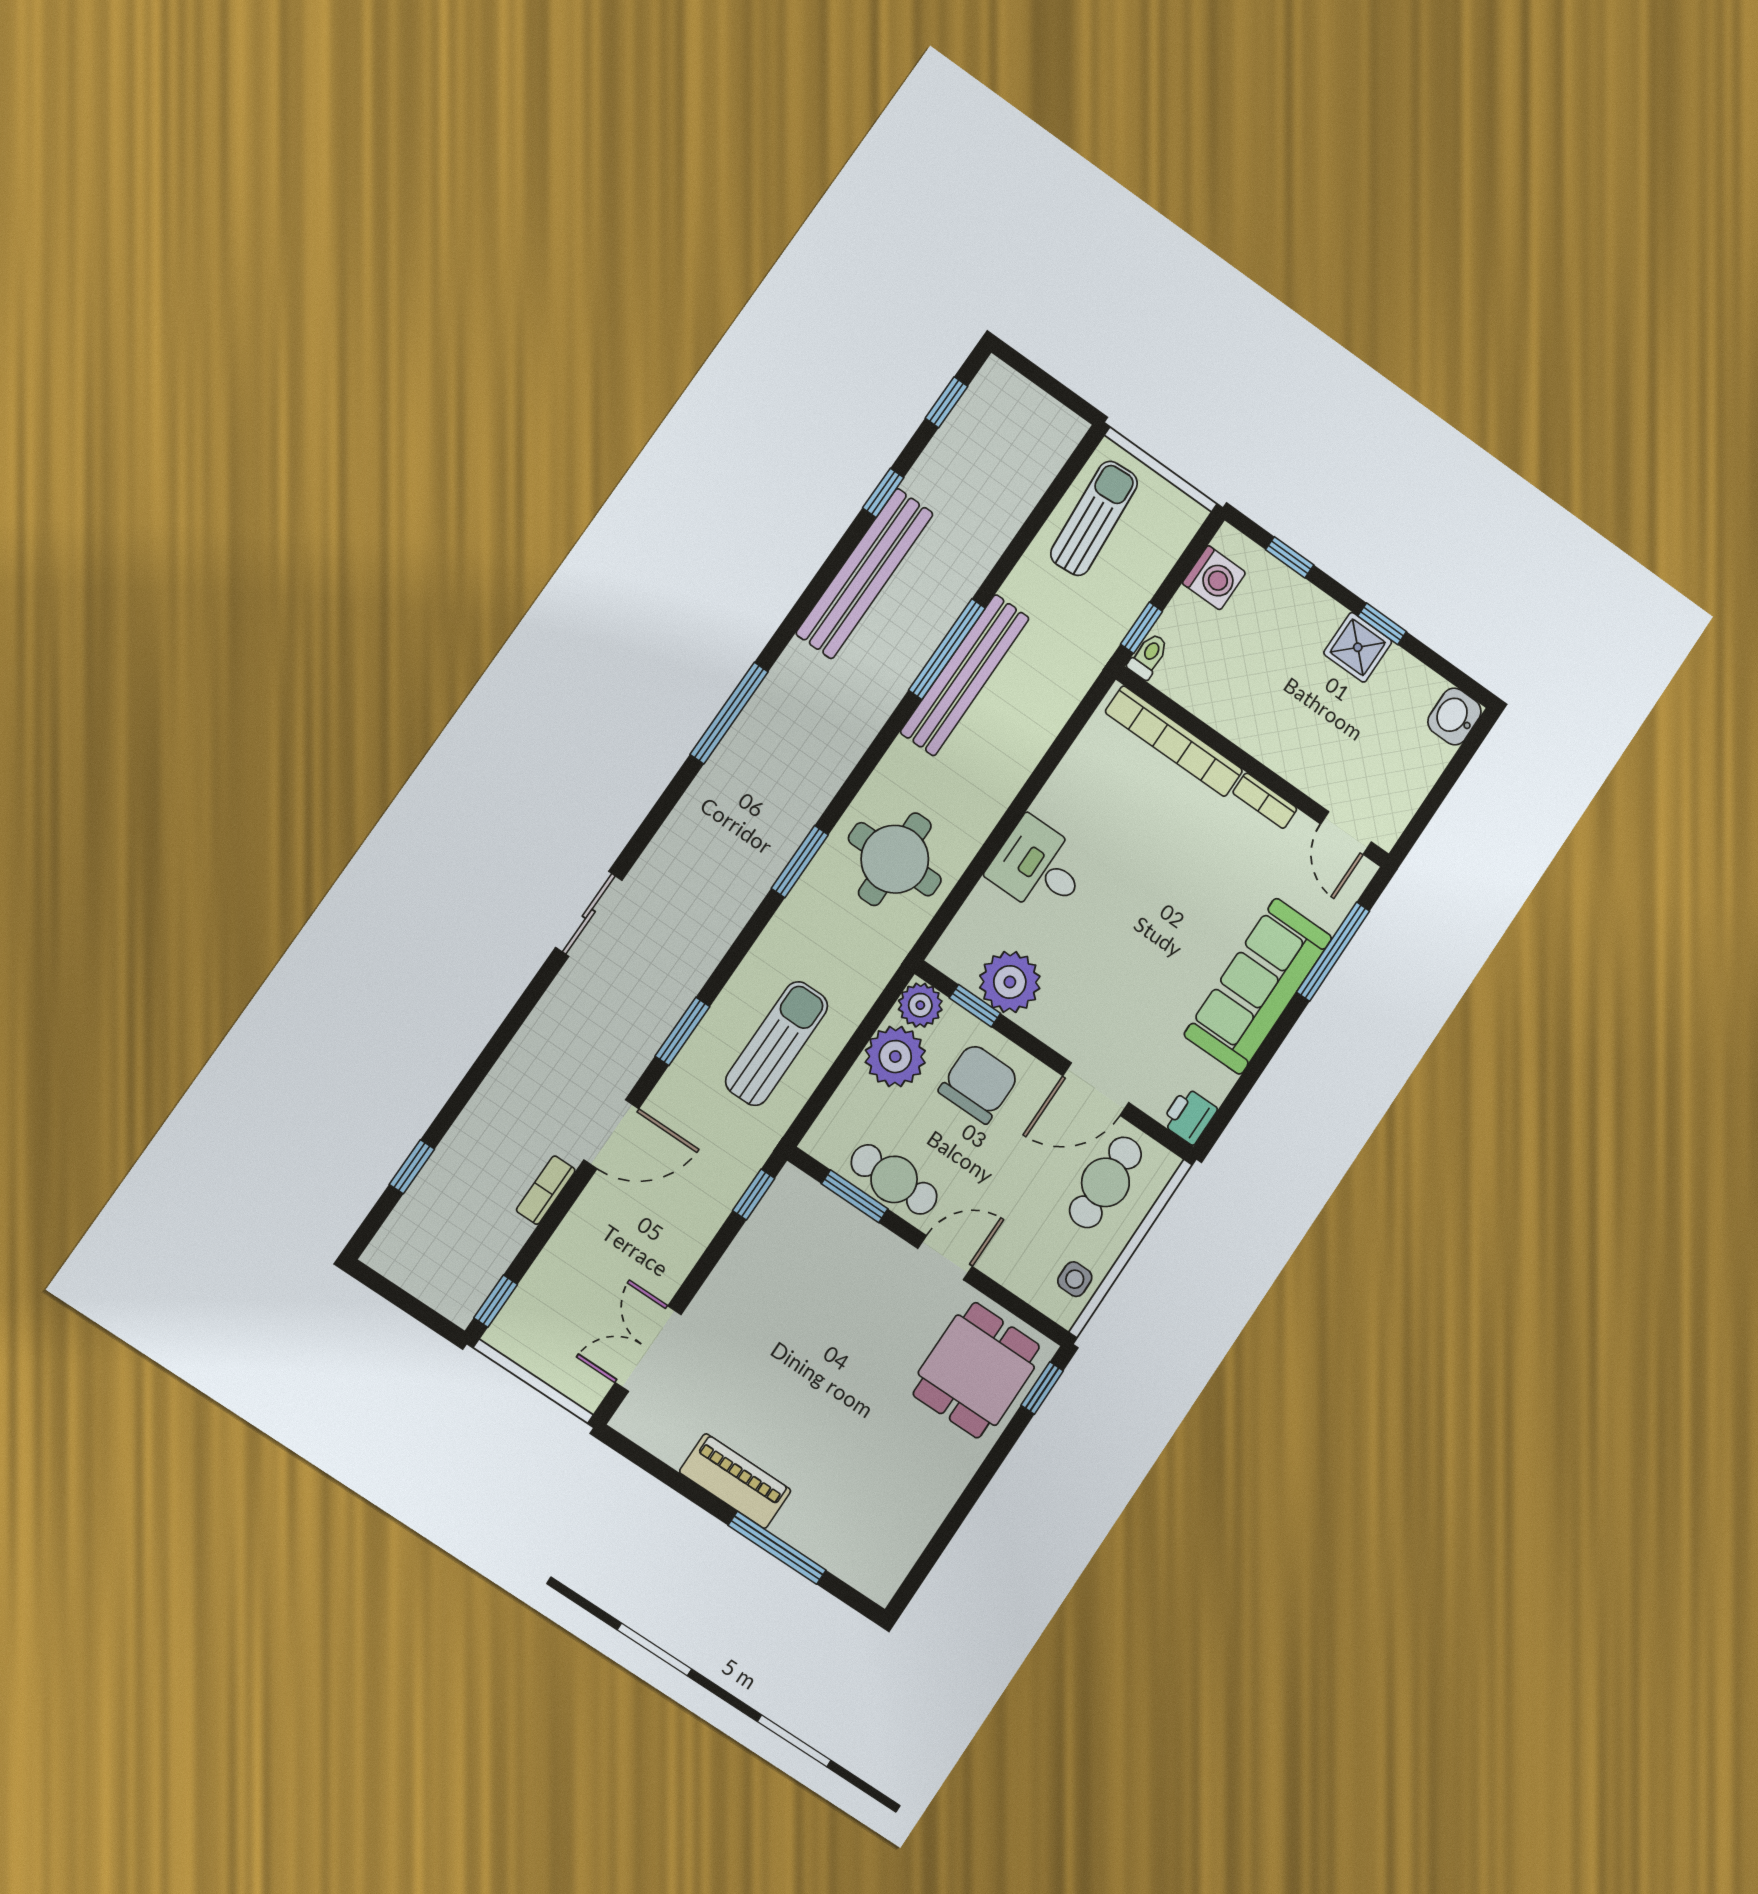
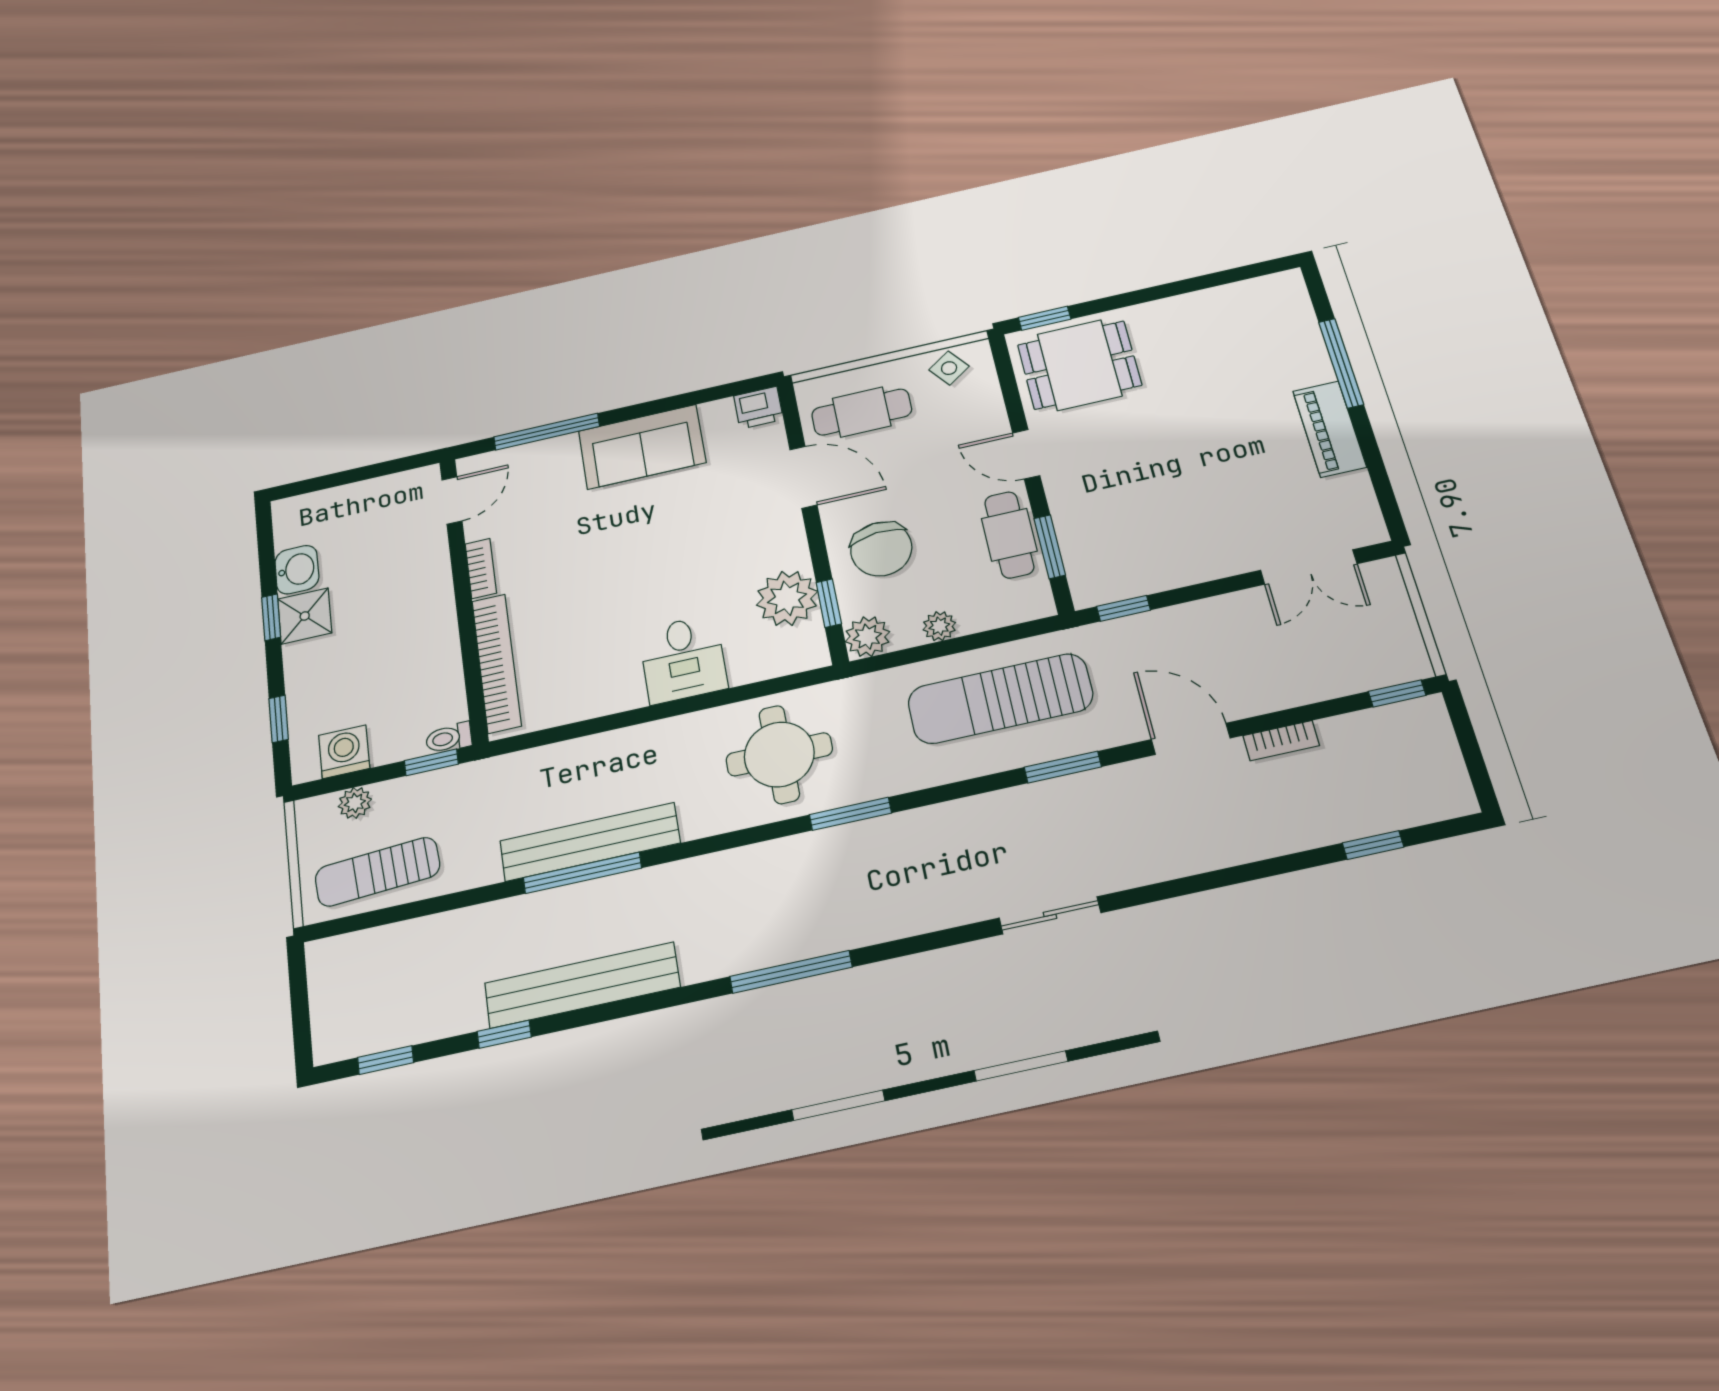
plant: (1165, 550) -> (355, 803), added
washbasin: (1454, 716) -> (297, 570), moved, turned -90
sofa: (1258, 986) -> (642, 447), width x0.73
sun lounger: (777, 1044) -> (1000, 699), width x1.36, depth x1.34
plant: (895, 1057) -> (939, 626), width x0.53, depth x0.53
chair: (979, 1083) -> (881, 549), turned -95
side table: (1075, 1279) -> (949, 368), turned -36

